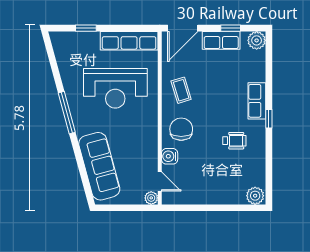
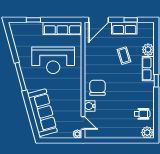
plant: (257, 40) -> (148, 50), moved
coffee table: (181, 90) -> (124, 56), moved
wheelchair: (234, 141) -> (142, 114), moved

